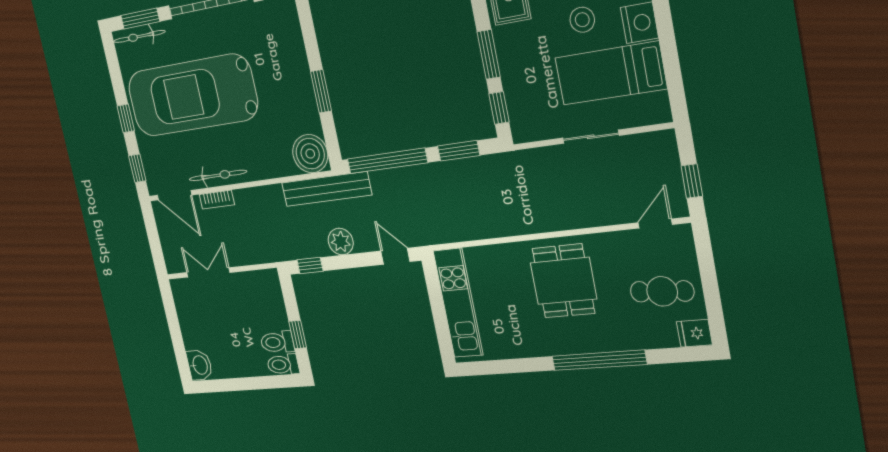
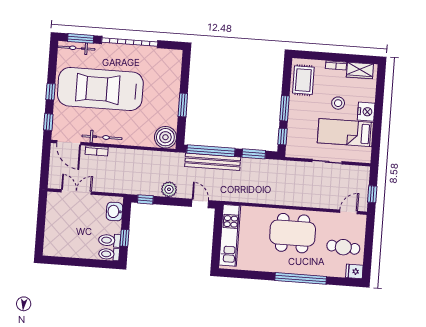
bench: (326, 189) -> (213, 162), moved
dining table: (563, 281) -> (293, 233), width x1.37
washbasin: (200, 365) -> (114, 211), moved, turned 180

